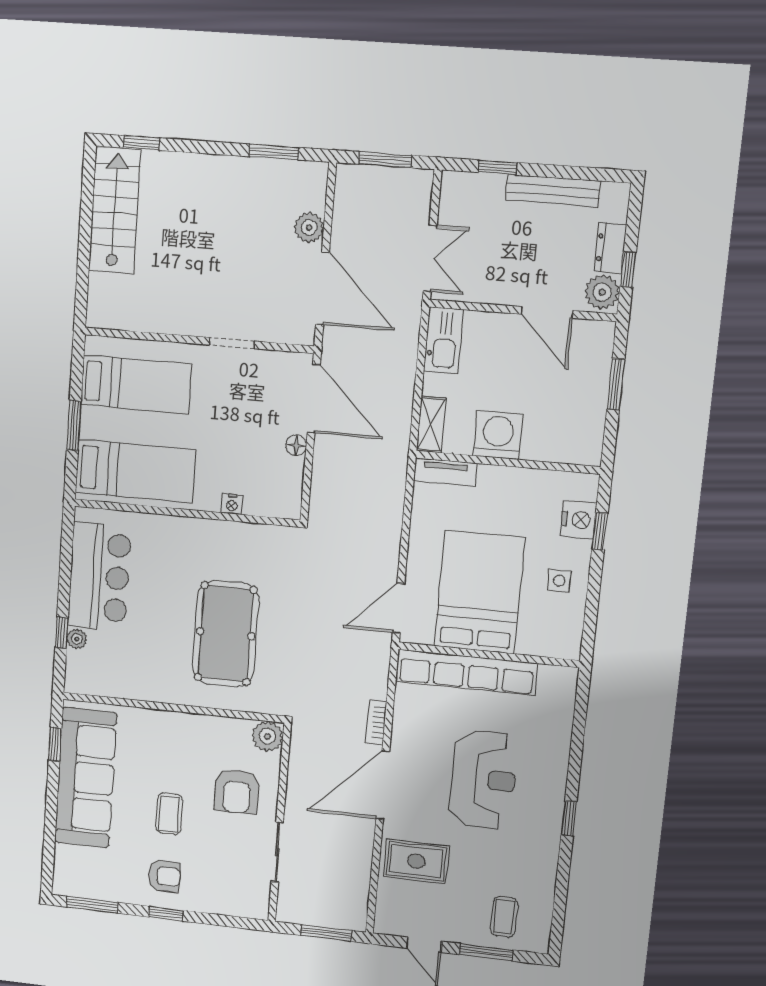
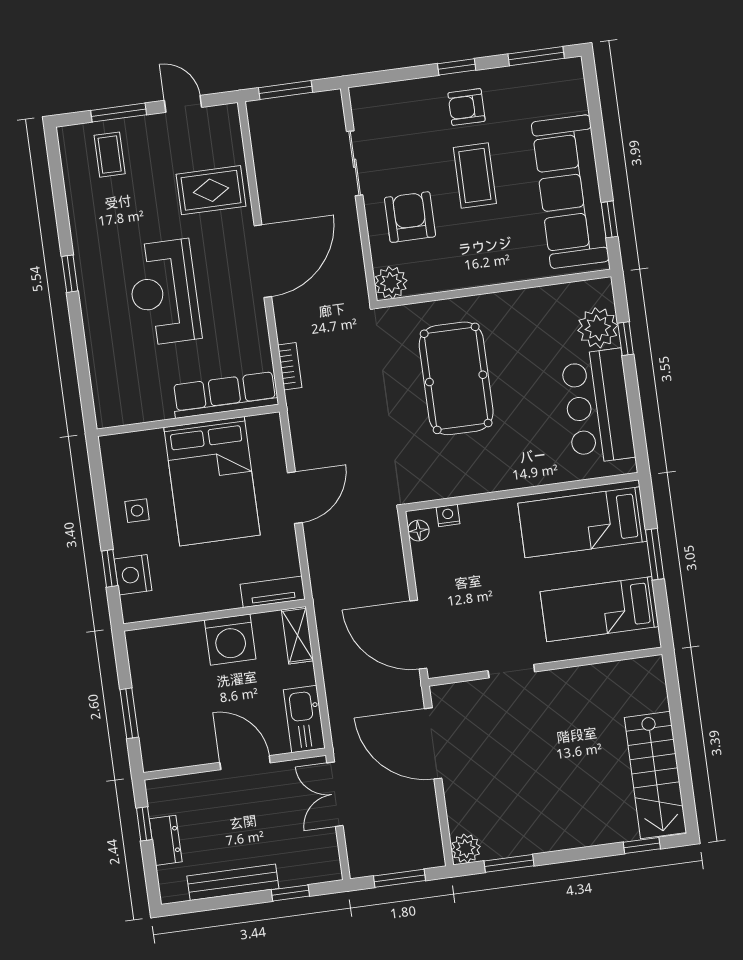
plant: (309, 228) -> (466, 848), moved
plant: (602, 292) -> (163, 797), removed
door: (547, 312) -> (245, 763), moved
floor lamp: (296, 445) -> (418, 531), moved
nightstand: (232, 504) -> (448, 516), moved
door: (399, 608) -> (295, 498), moved
plant: (77, 639) -> (598, 328), width x1.88, depth x1.88
row of seats: (466, 672) -> (225, 395), width x0.73
bookcase: (376, 722) -> (290, 366), moved
coffee table: (169, 814) -> (475, 176), width x1.36, depth x1.30

